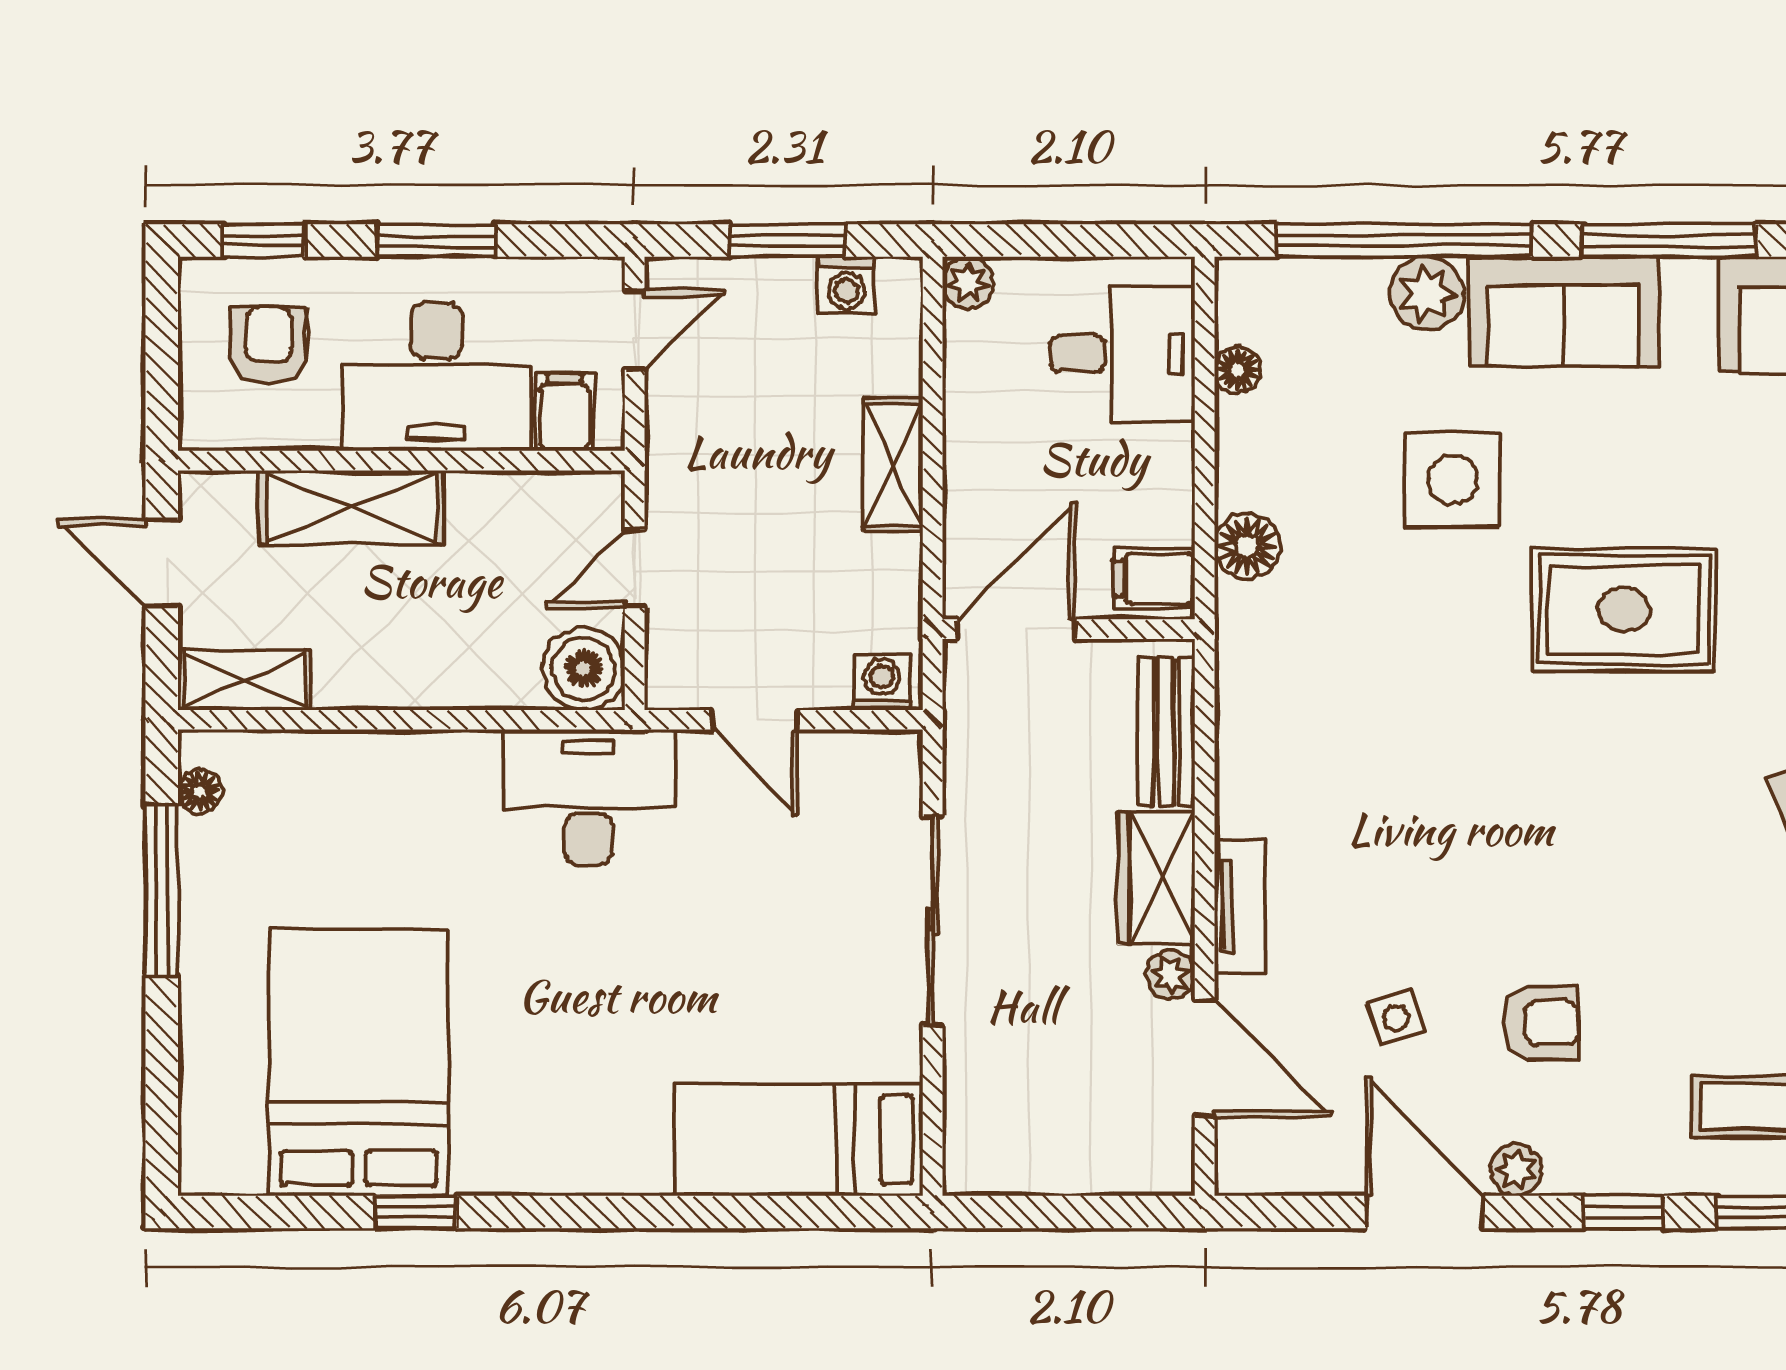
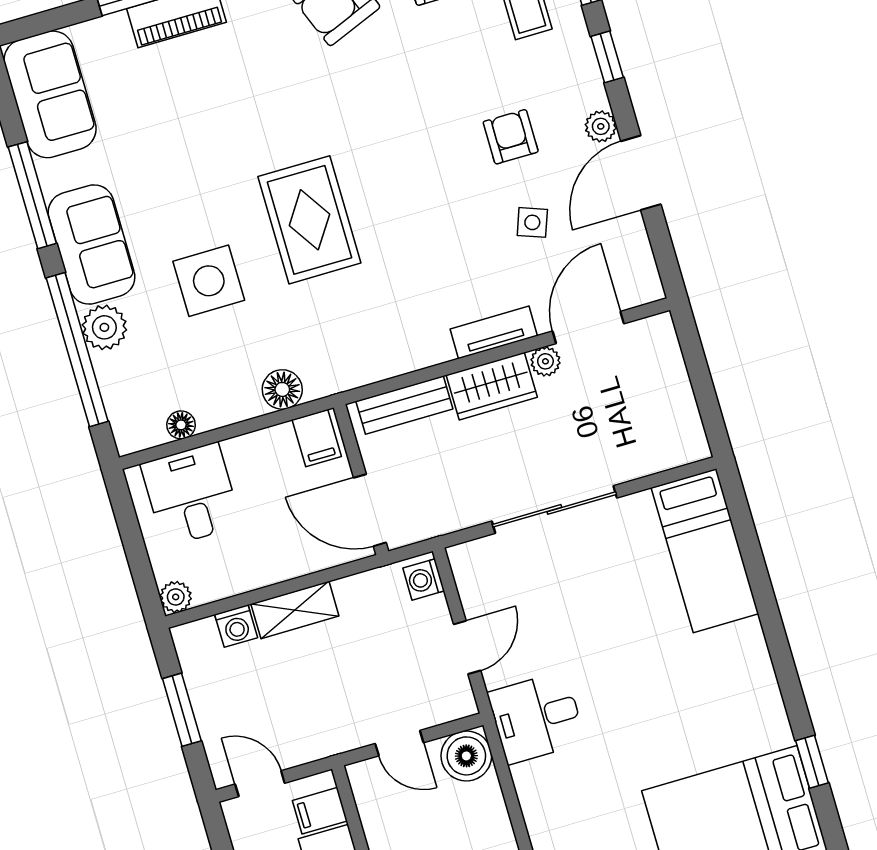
washing machine: (846, 285) -> (236, 626), moved, turned 90
rug: (1624, 610) -> (309, 220), moved
desk: (589, 797) -> (537, 718), width x0.73
side table: (1396, 1018) -> (532, 222), turned 38

